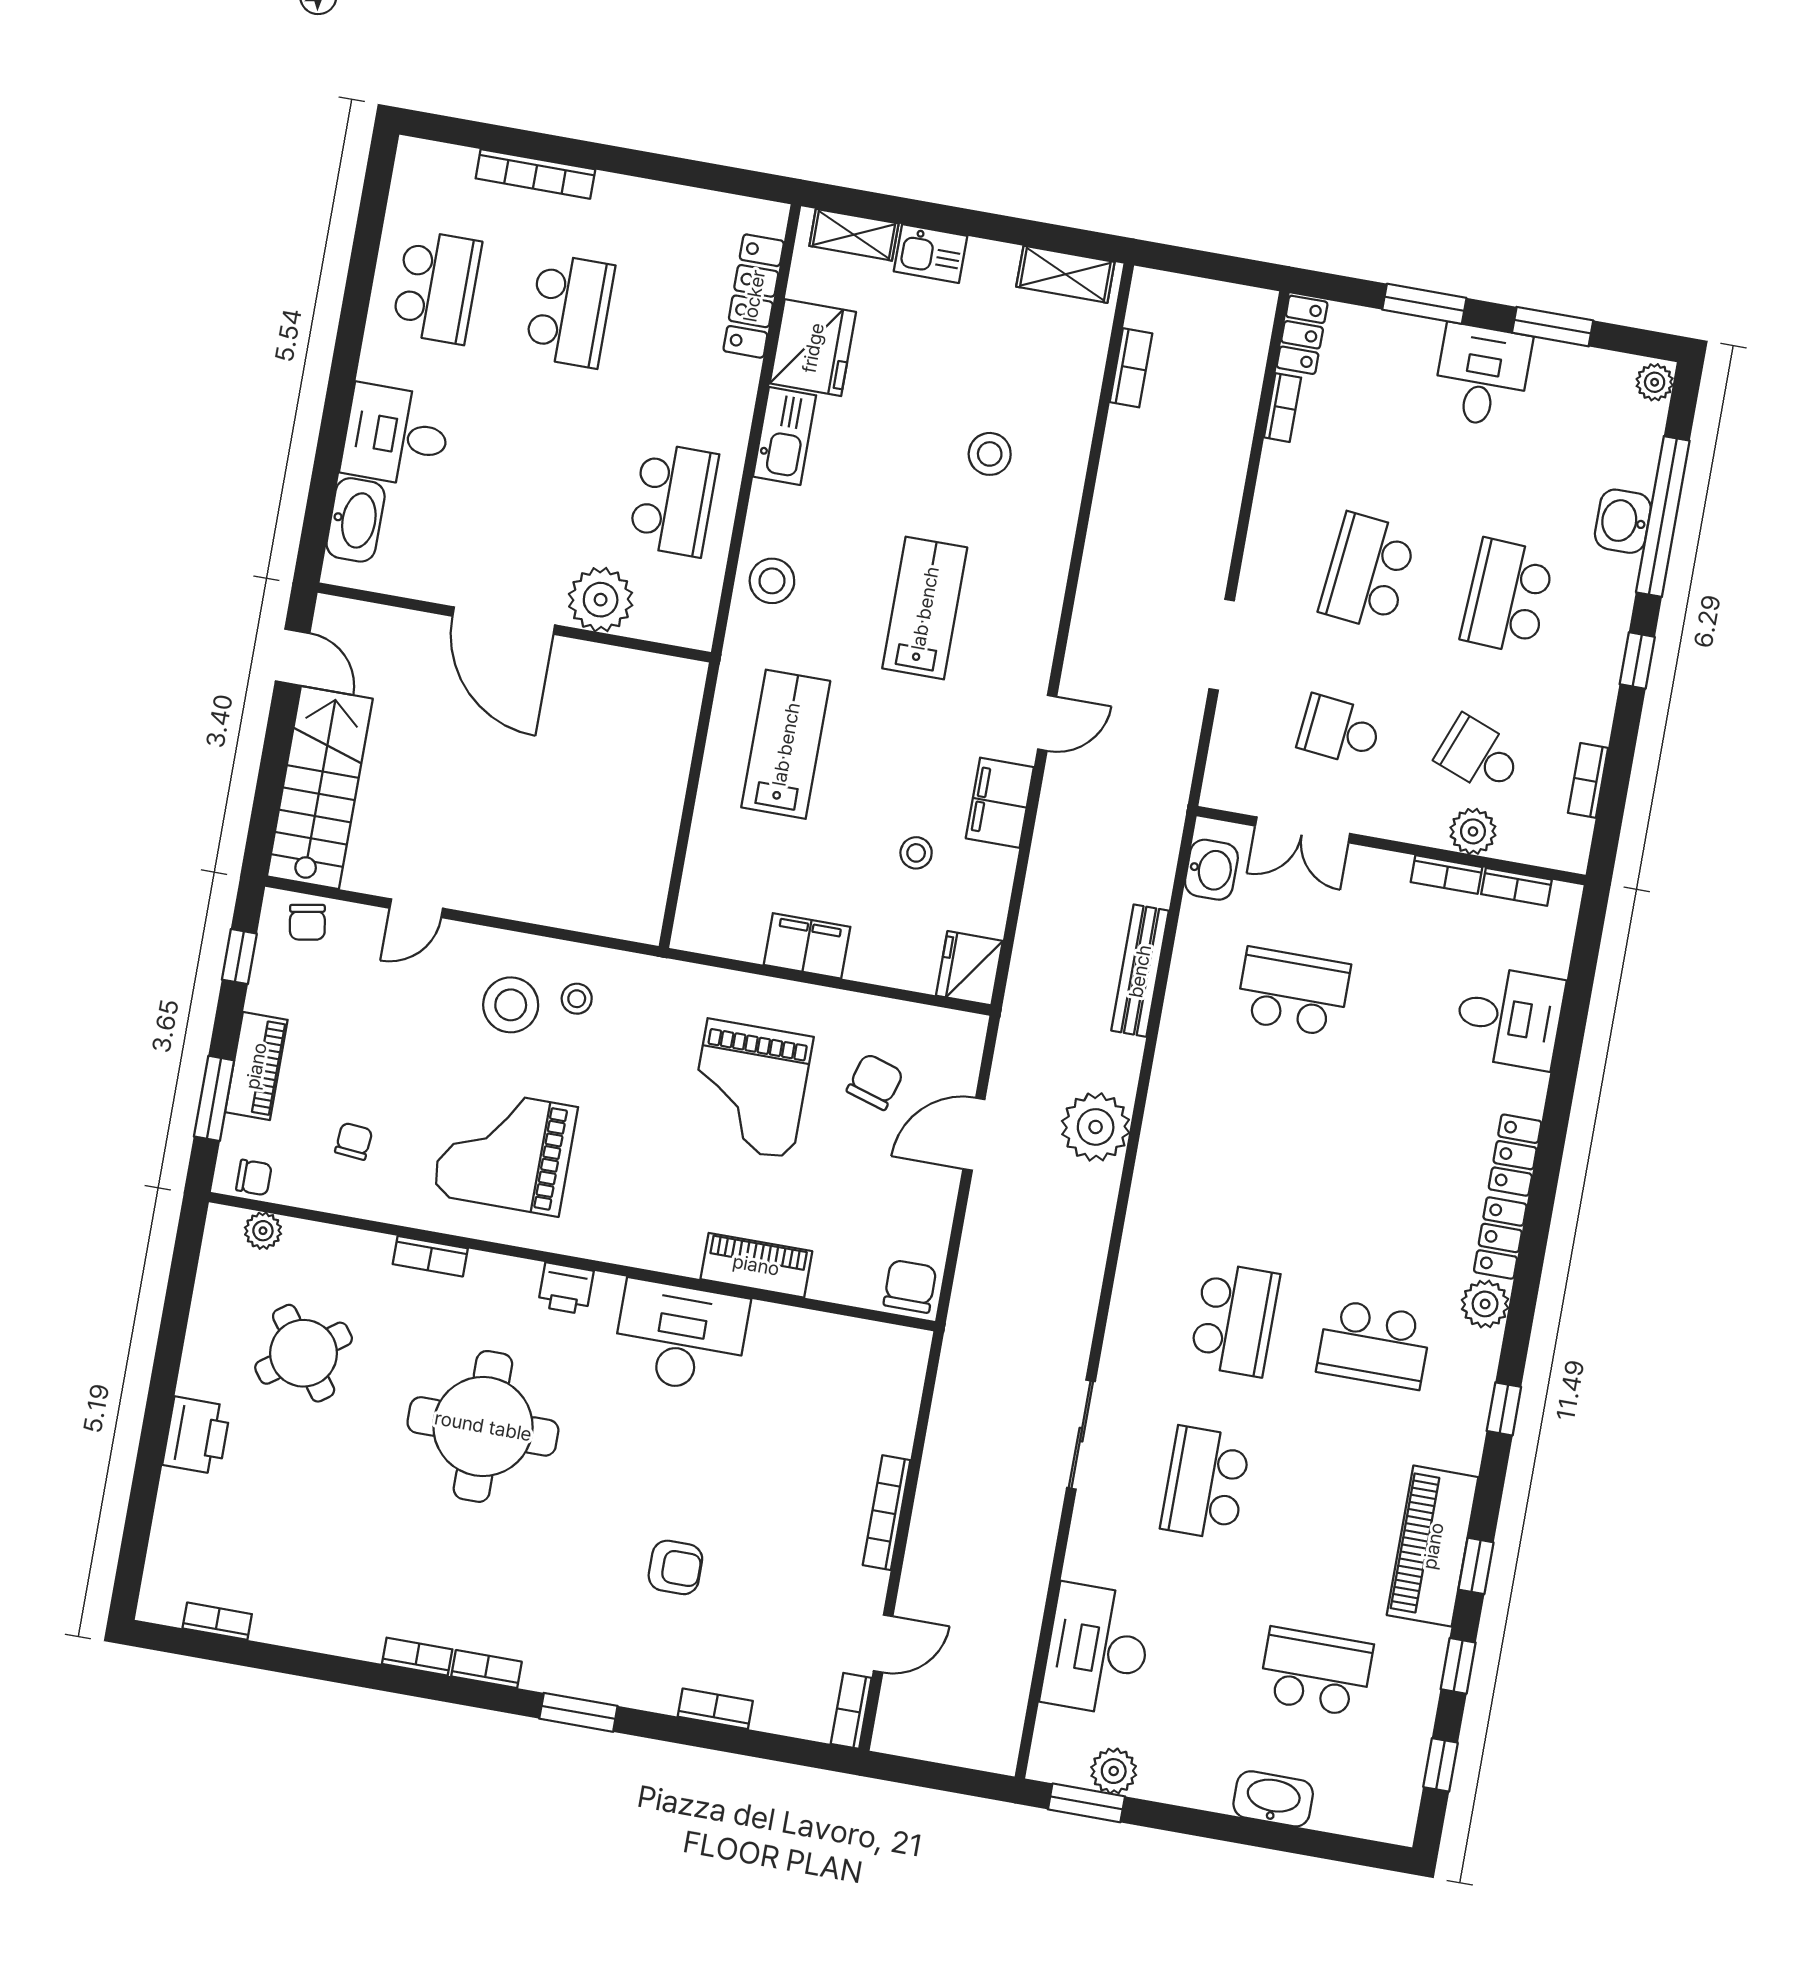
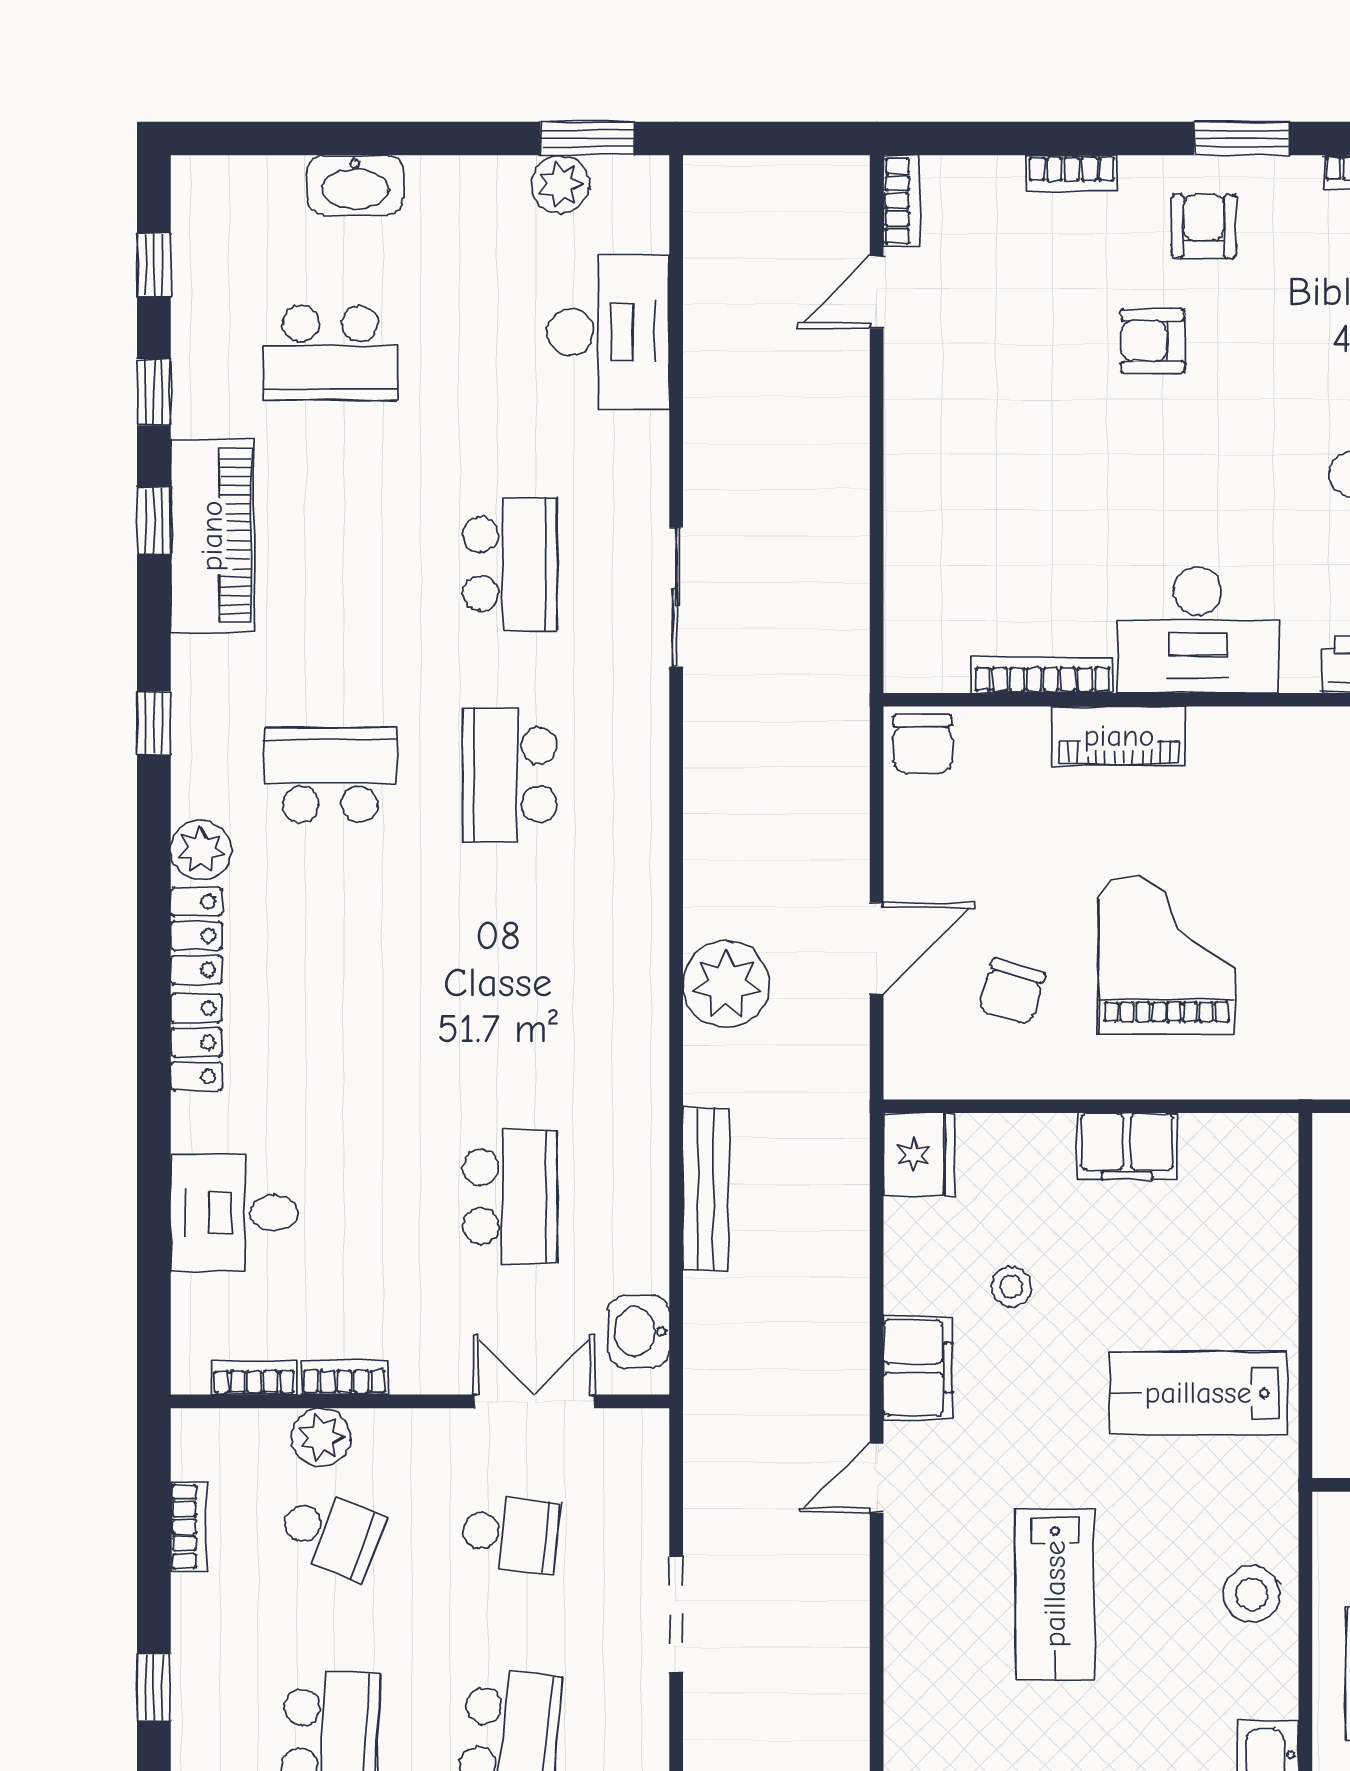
lab bench: (786, 744) -> (1198, 1393), turned 90
school desk: (1293, 992) -> (510, 1197), turned -90
bookcase: (887, 1513) -> (1042, 675), moved, turned -90
armchair: (620, 1649) -> (1204, 226), added

